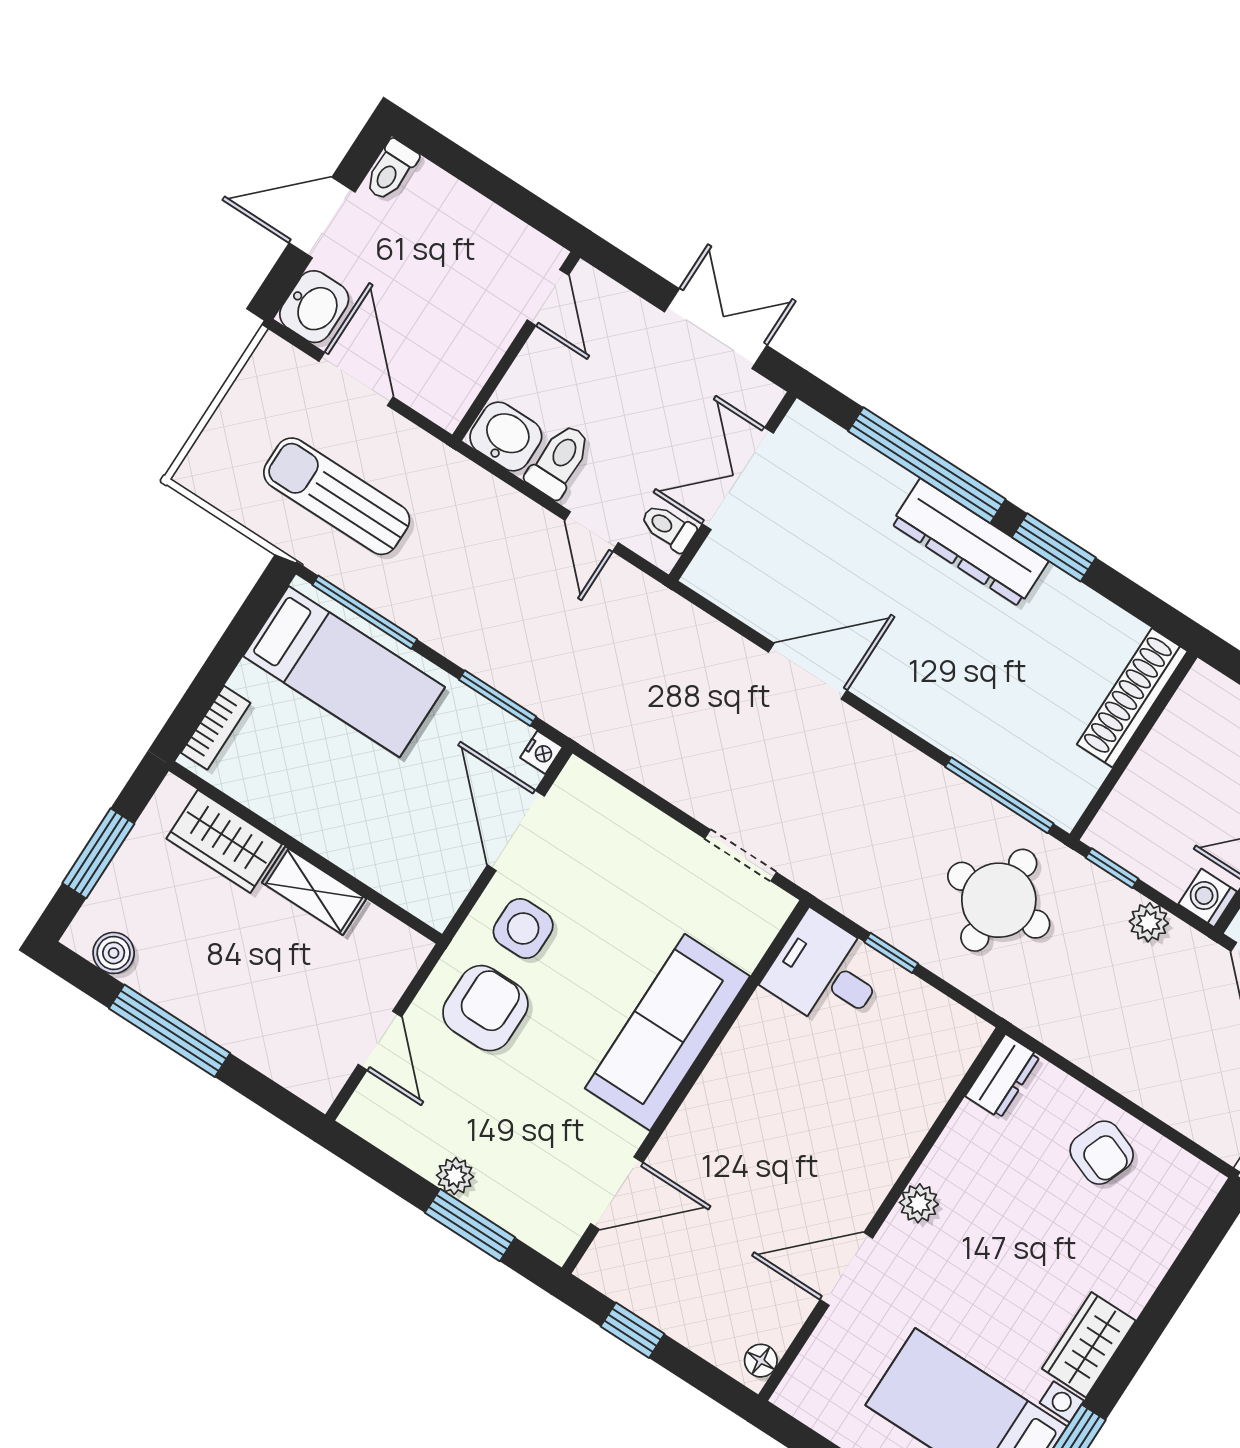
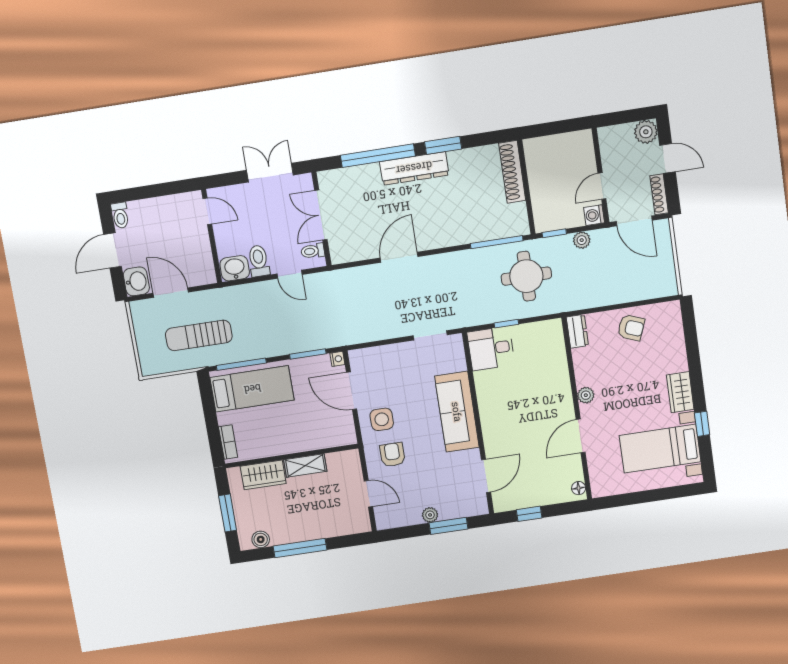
armchair: (485, 1008) -> (392, 455), width x0.72, depth x0.72

